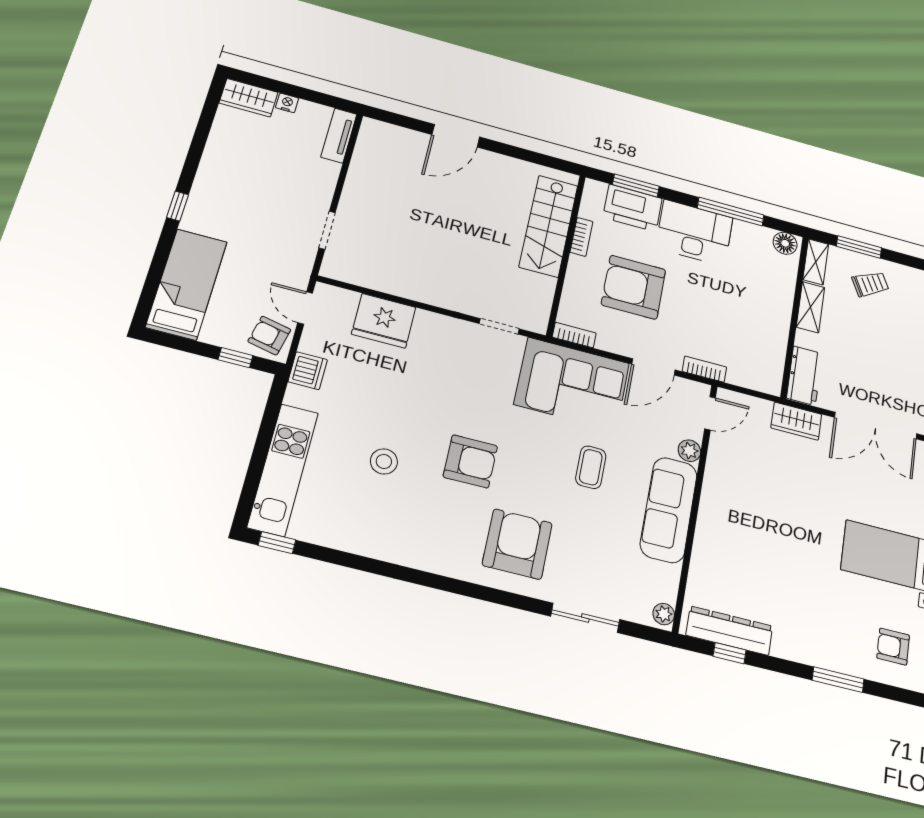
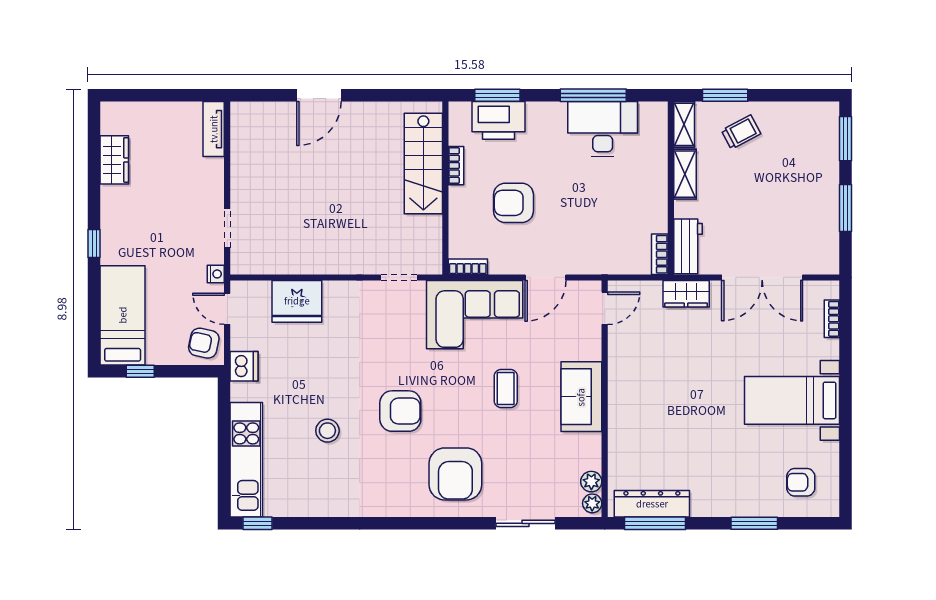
wardrobe: (249, 98) -> (114, 160), moved, turned -90
nightstand: (287, 103) -> (216, 274), moved, turned 90
desk: (694, 233) -> (603, 129), moved
floor lamp: (785, 243) -> (651, 113), removed
armchair: (633, 287) -> (513, 203), width x0.73, depth x0.73
window: (235, 358) -> (140, 371), moved
bookcase: (704, 369) -> (660, 254), moved, turned -90
plant: (689, 451) -> (591, 482), moved
sofa: (669, 510) -> (581, 397), width x0.73
armchair: (517, 544) -> (455, 474), turned 180
window: (730, 653) -> (655, 523), width x2.17

